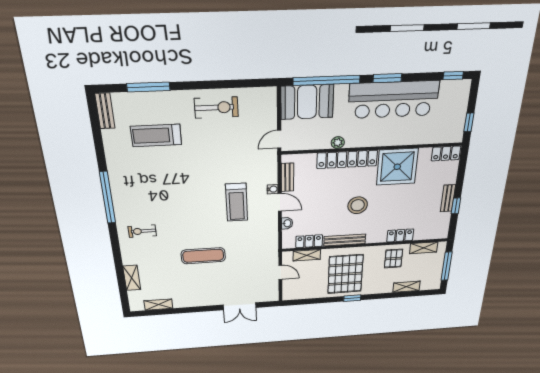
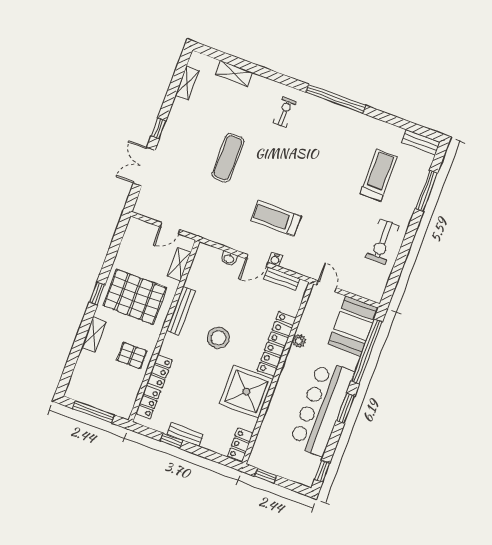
locker: (309, 241) -> (148, 402), moved
shelving: (424, 248) -> (131, 393), removed
shelving: (406, 287) -> (94, 334), moved
window: (205, 309) -> (159, 128), added

